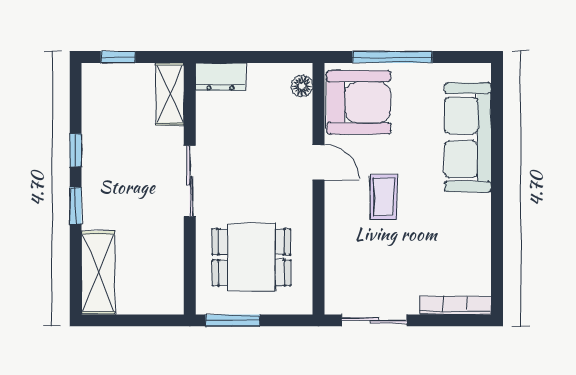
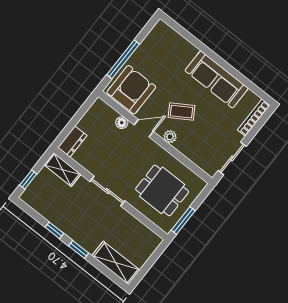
floor lamp: (302, 86) -> (122, 123), moved
sofa: (468, 137) -> (217, 79), moved
coffee table: (384, 197) -> (181, 112), turned -32
plant: (336, 209) -> (170, 137), added
dining table: (251, 257) -> (162, 190), turned 90

